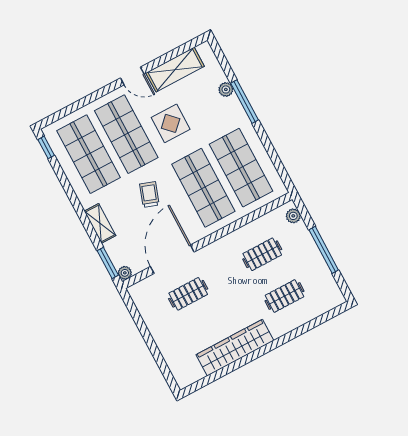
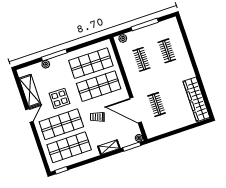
wardrobe: (235, 348) -> (196, 99), moved

